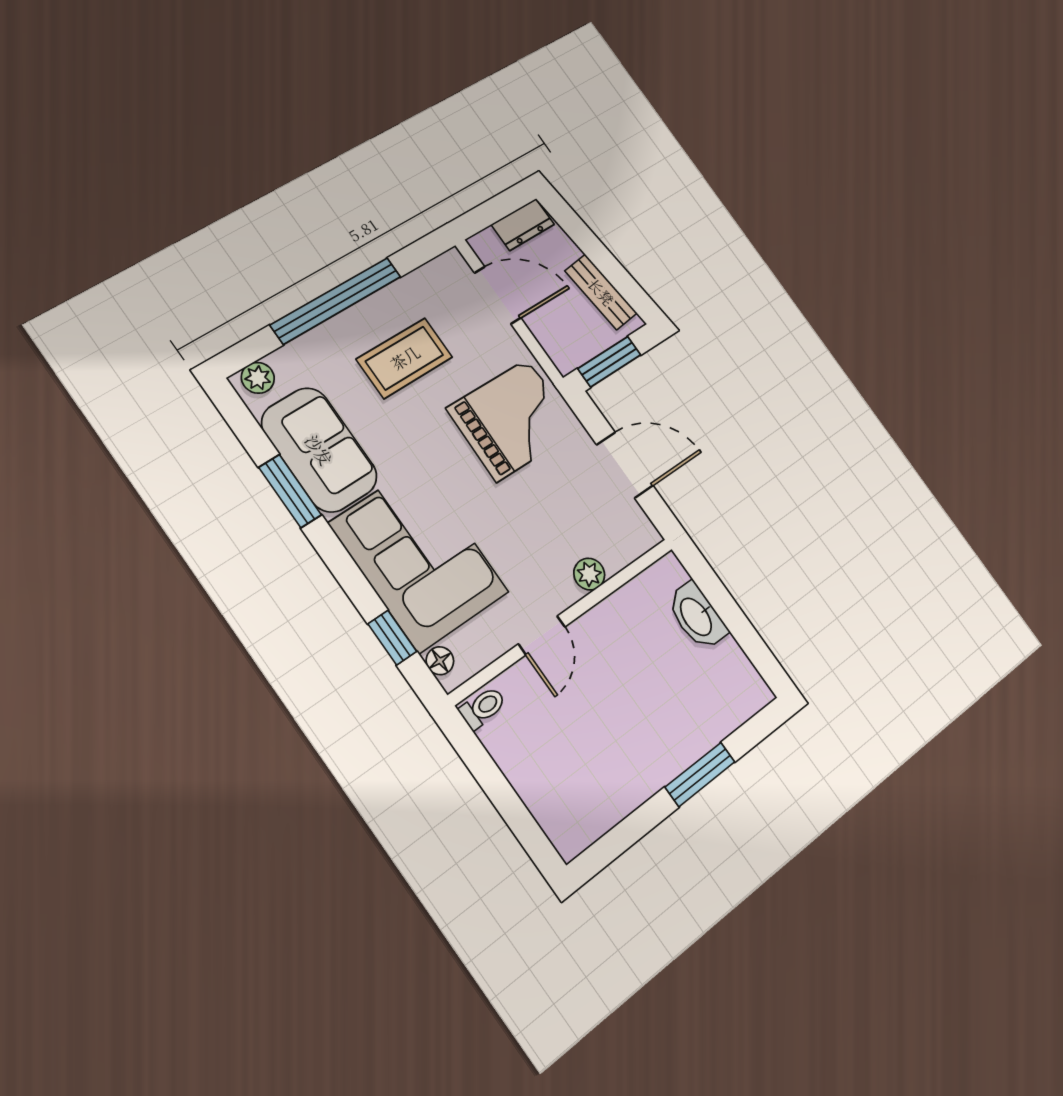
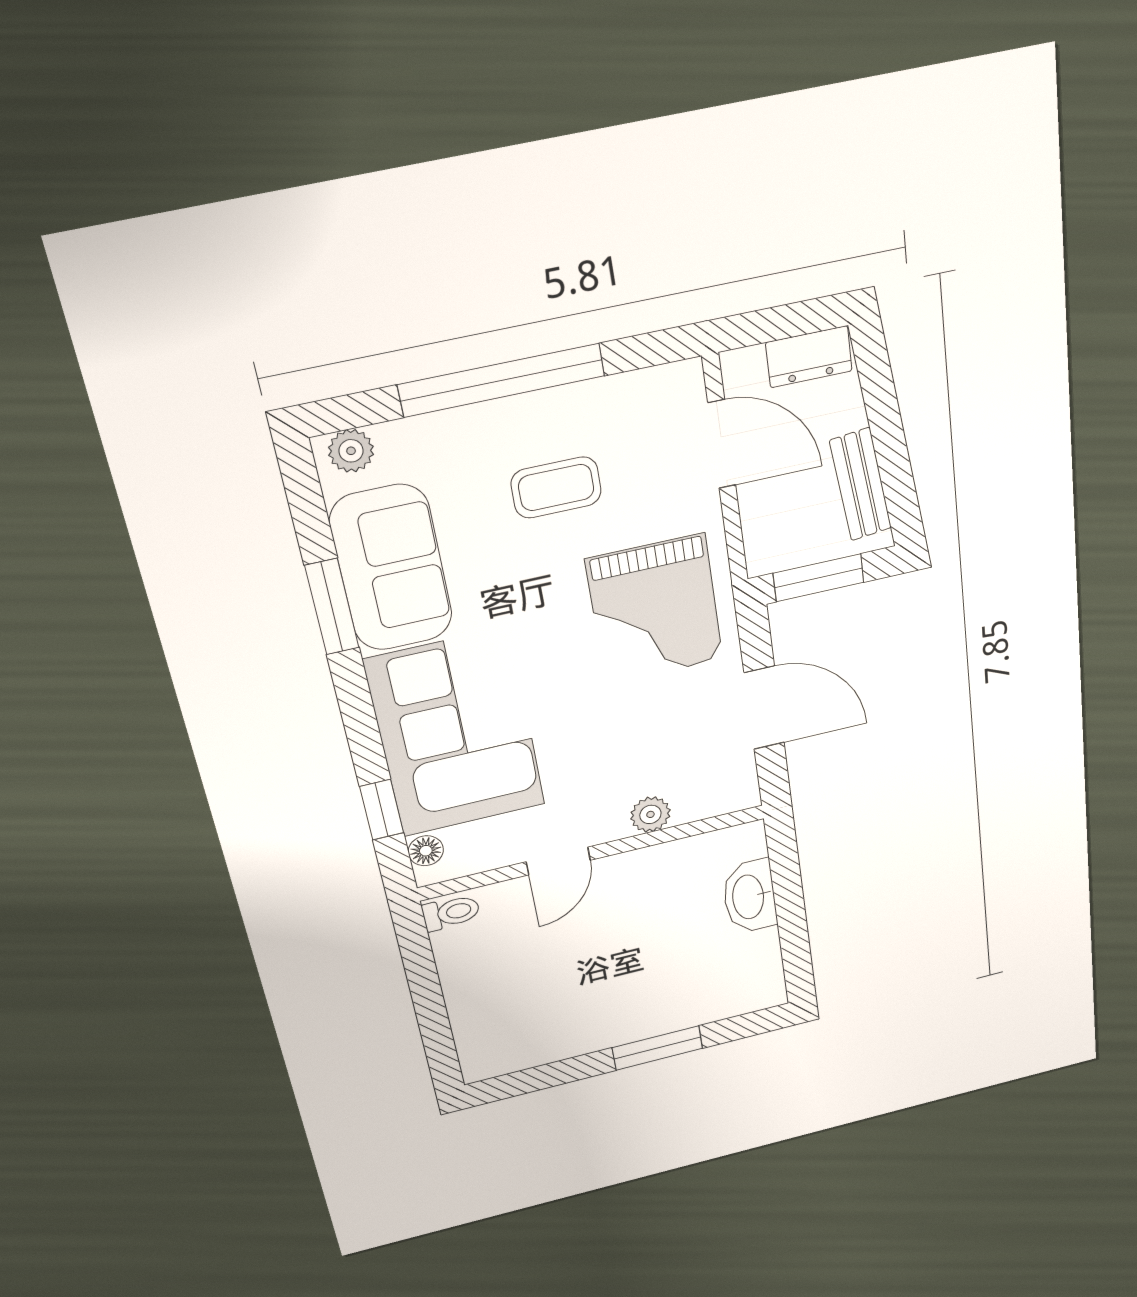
coffee table: (405, 358) -> (556, 487), width x0.73, depth x0.77
grand piano: (512, 420) -> (655, 610), turned 89

